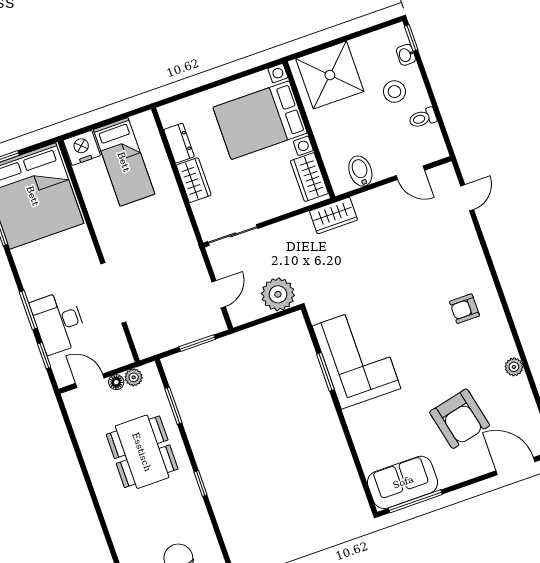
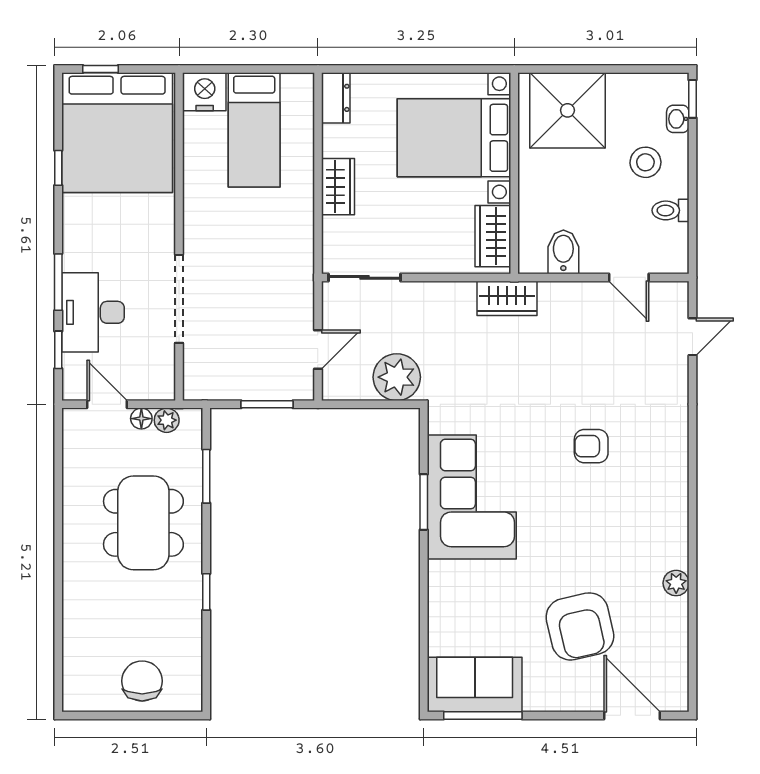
dresser: (179, 143) -> (336, 98), moved
armchair: (464, 309) -> (591, 446), moved

